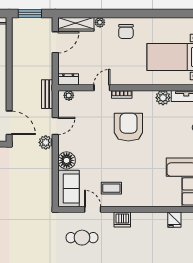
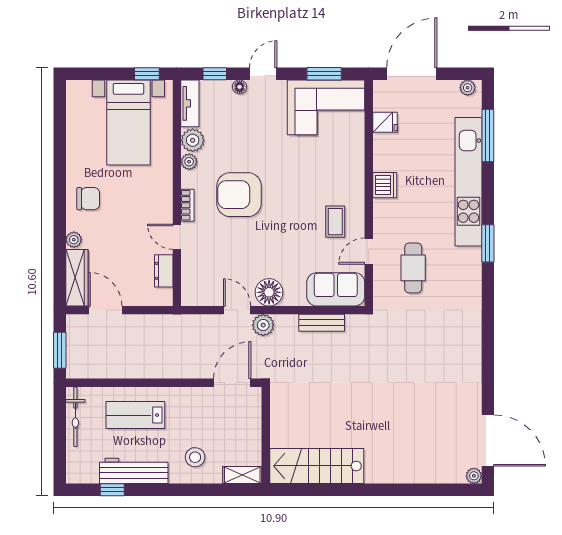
dresser: (68, 79) -> (164, 271), moved
bench: (47, 94) -> (322, 323), moved
plant: (69, 95) -> (189, 162), moved
floor lamp: (67, 160) -> (269, 292), moved
dishwasher: (122, 220) -> (385, 185), moved

